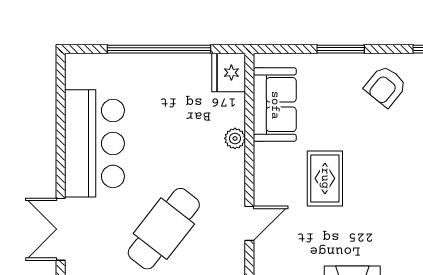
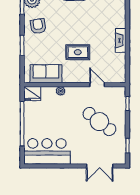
armchair: (385, 86) -> (38, 26), turned -138
bar counter: (94, 143) -> (47, 151), moved

